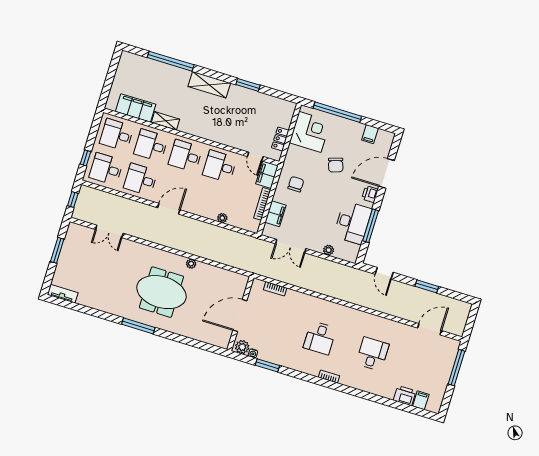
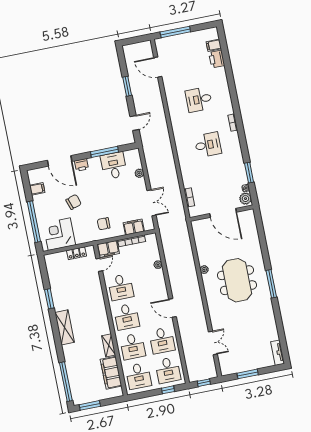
window: (171, 61) -> (66, 382), moved
window: (113, 67) -> (90, 405), added
desk: (353, 223) -> (114, 166), width x0.73

